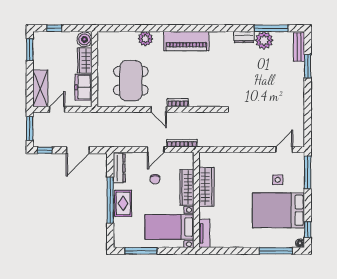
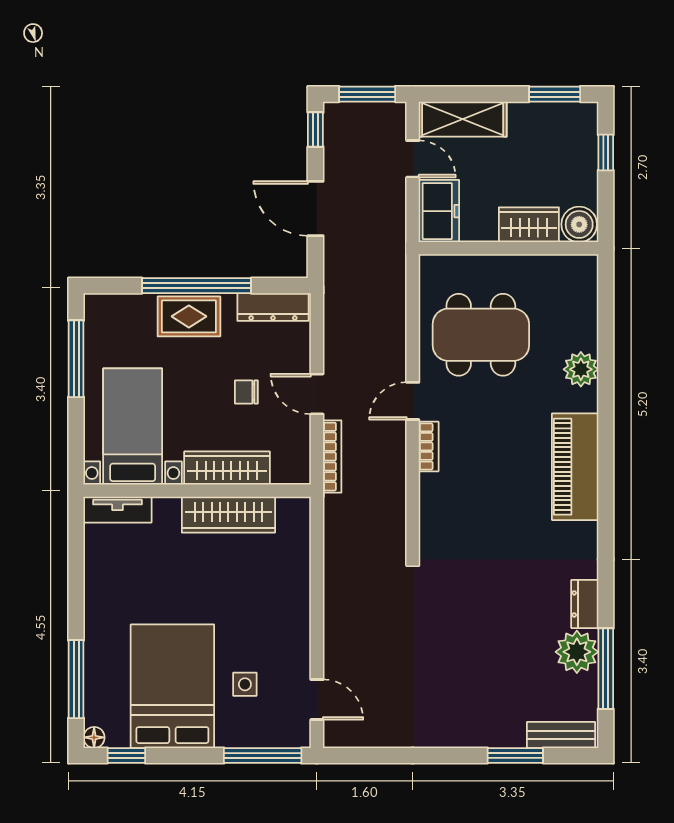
freezer: (83, 87) -> (439, 211), moved, turned 90

